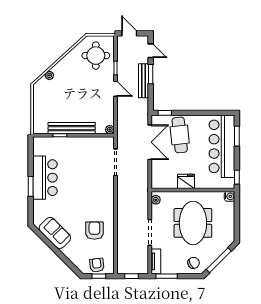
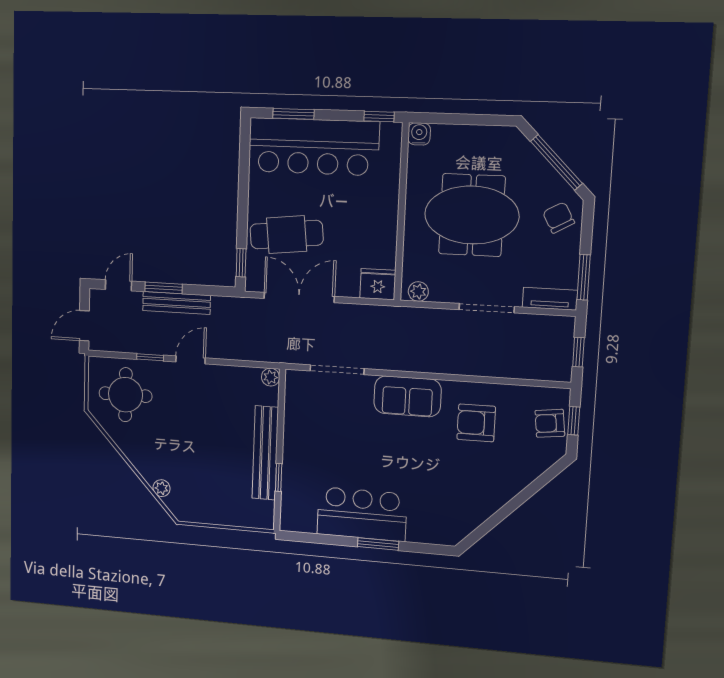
fridge: (186, 181) -> (378, 284), moved, turned 90
sofa: (55, 233) -> (407, 396), moved, turned -135

